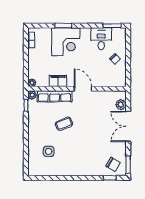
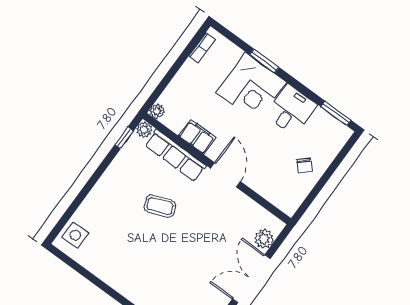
desk: (101, 39) -> (291, 110), moved
side table: (49, 151) -> (75, 235), moved

